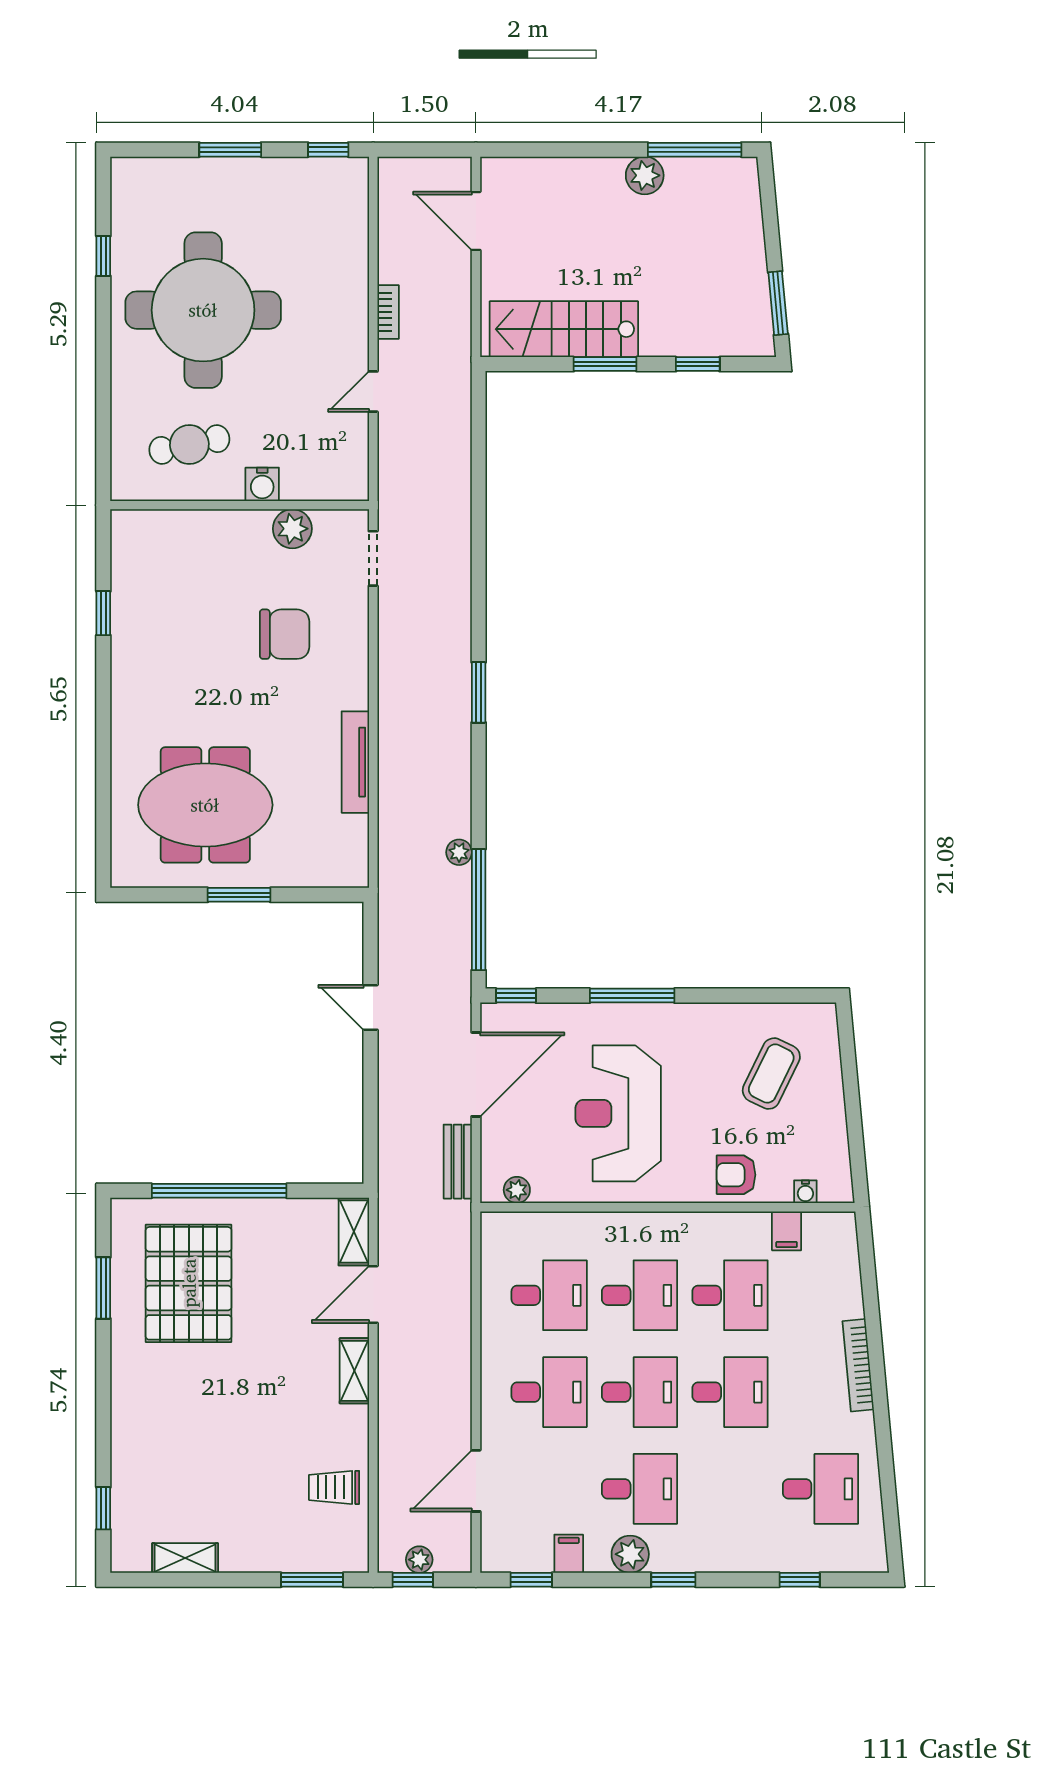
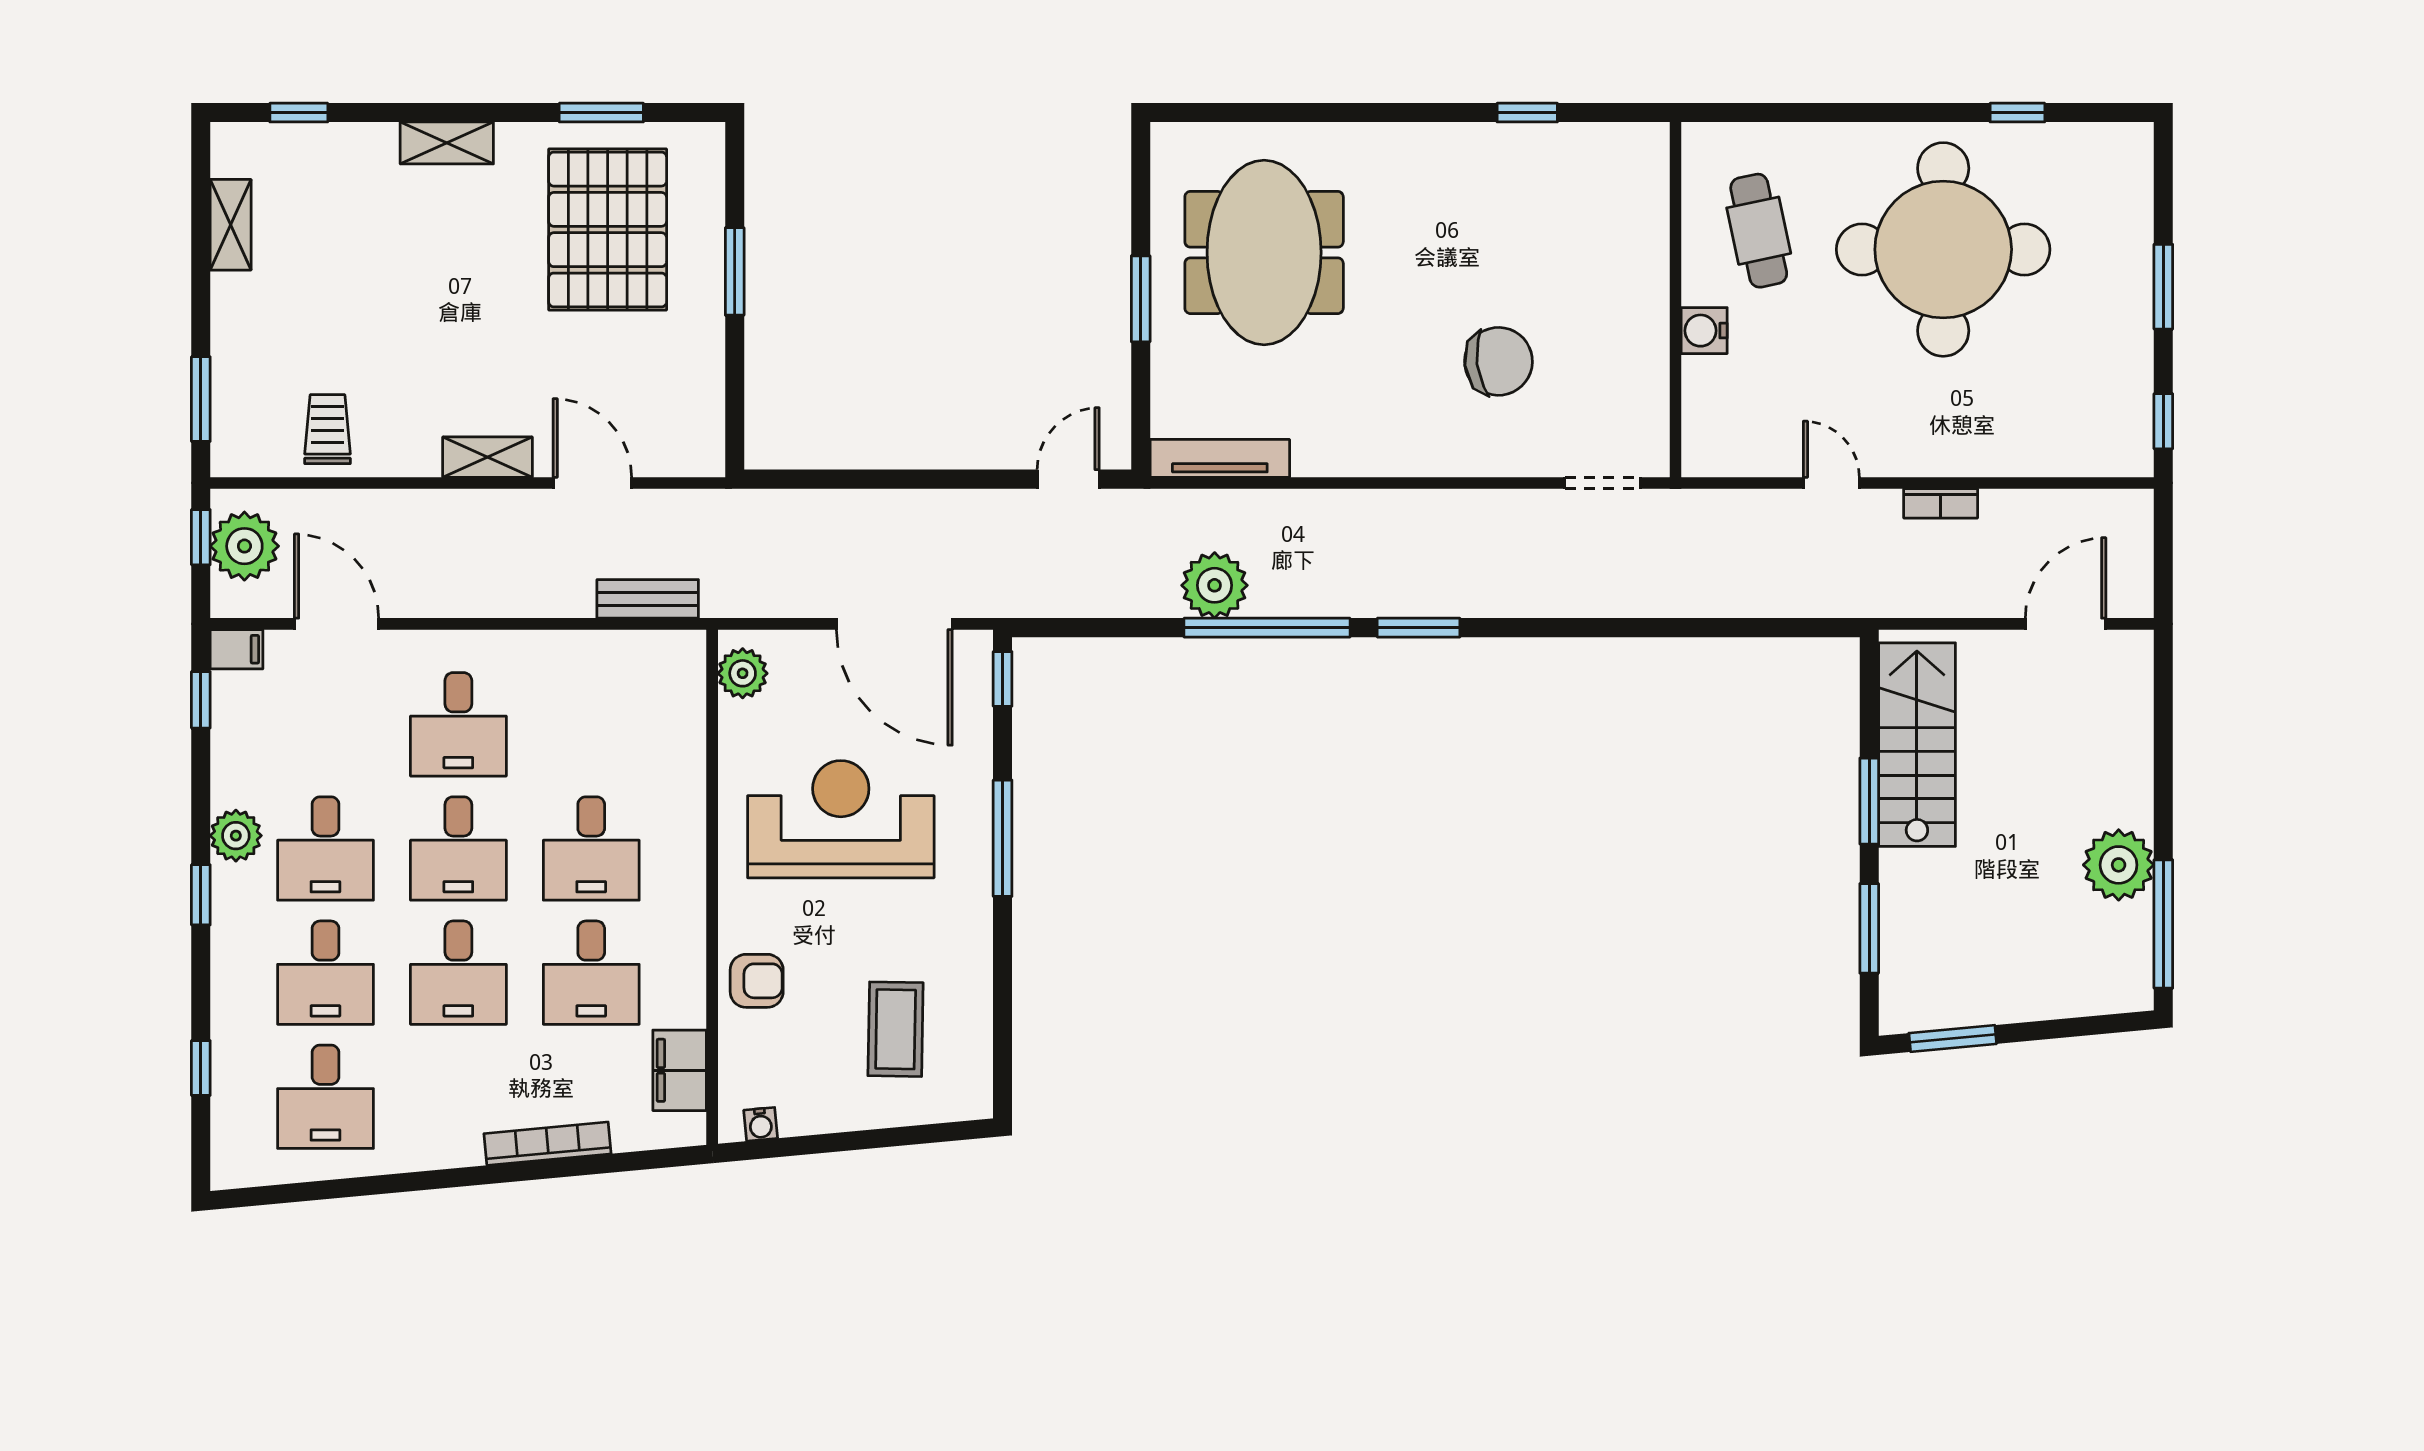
plant: (645, 175) -> (2119, 865), width x1.36, depth x1.36
window: (698, 364) -> (1869, 928), width x1.50
plant: (292, 529) -> (1643, 372), removed
chair: (285, 634) -> (1498, 361), turned -97
tv unit: (355, 762) -> (1220, 458), moved
plant: (459, 852) -> (1215, 585), width x1.88, depth x1.88
window: (479, 910) -> (1267, 628), moved
door: (370, 1007) -> (1068, 479), moved
coffee table: (771, 1074) -> (896, 1029), turned 65
bench: (458, 1162) -> (648, 599), moved
armchair: (736, 1175) -> (757, 981), turned 90
plant: (517, 1190) -> (743, 673), width x1.38, depth x1.38
window: (219, 1191) -> (735, 271), width x0.47
water cooler: (805, 1192) -> (761, 1124), moved, turned -95
filing cabinet: (787, 1231) -> (680, 1070), width x2.00
shelving: (354, 1232) -> (447, 143), moved
pallet: (189, 1283) -> (608, 230), turned 90
desk: (549, 1295) -> (325, 973), moved
bookcase: (858, 1365) -> (548, 1144), moved
filing cabinet: (569, 1554) -> (237, 649), moved
plant: (419, 1560) -> (244, 546), width x1.88, depth x1.88

